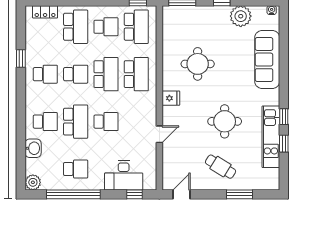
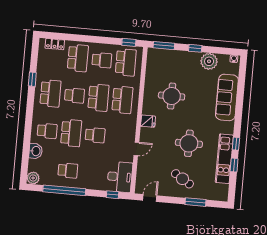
school desk: (45, 74) -> (50, 93), width x1.85
desk: (124, 175) -> (120, 177), moved, turned -90

